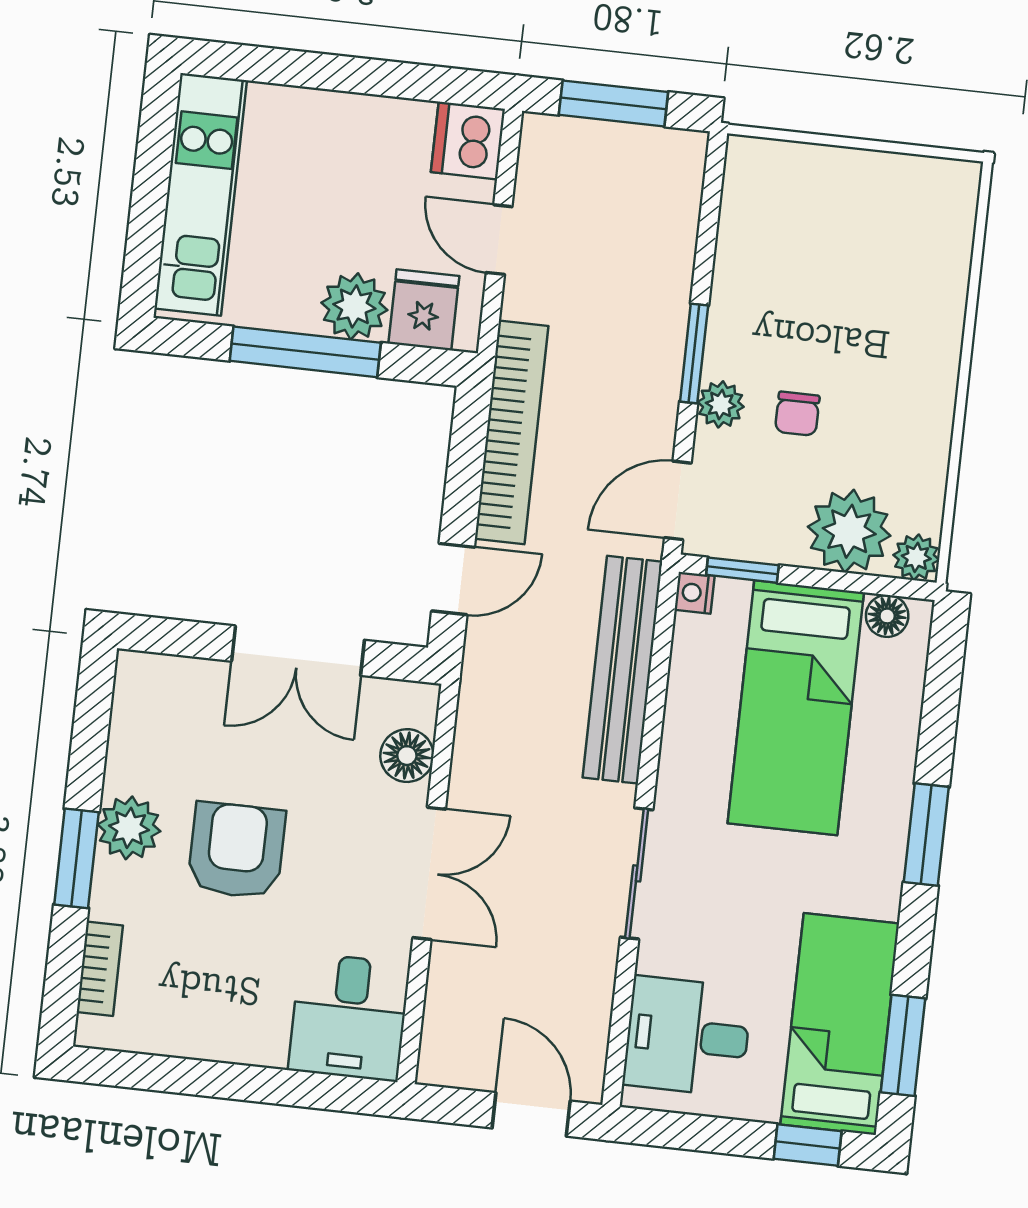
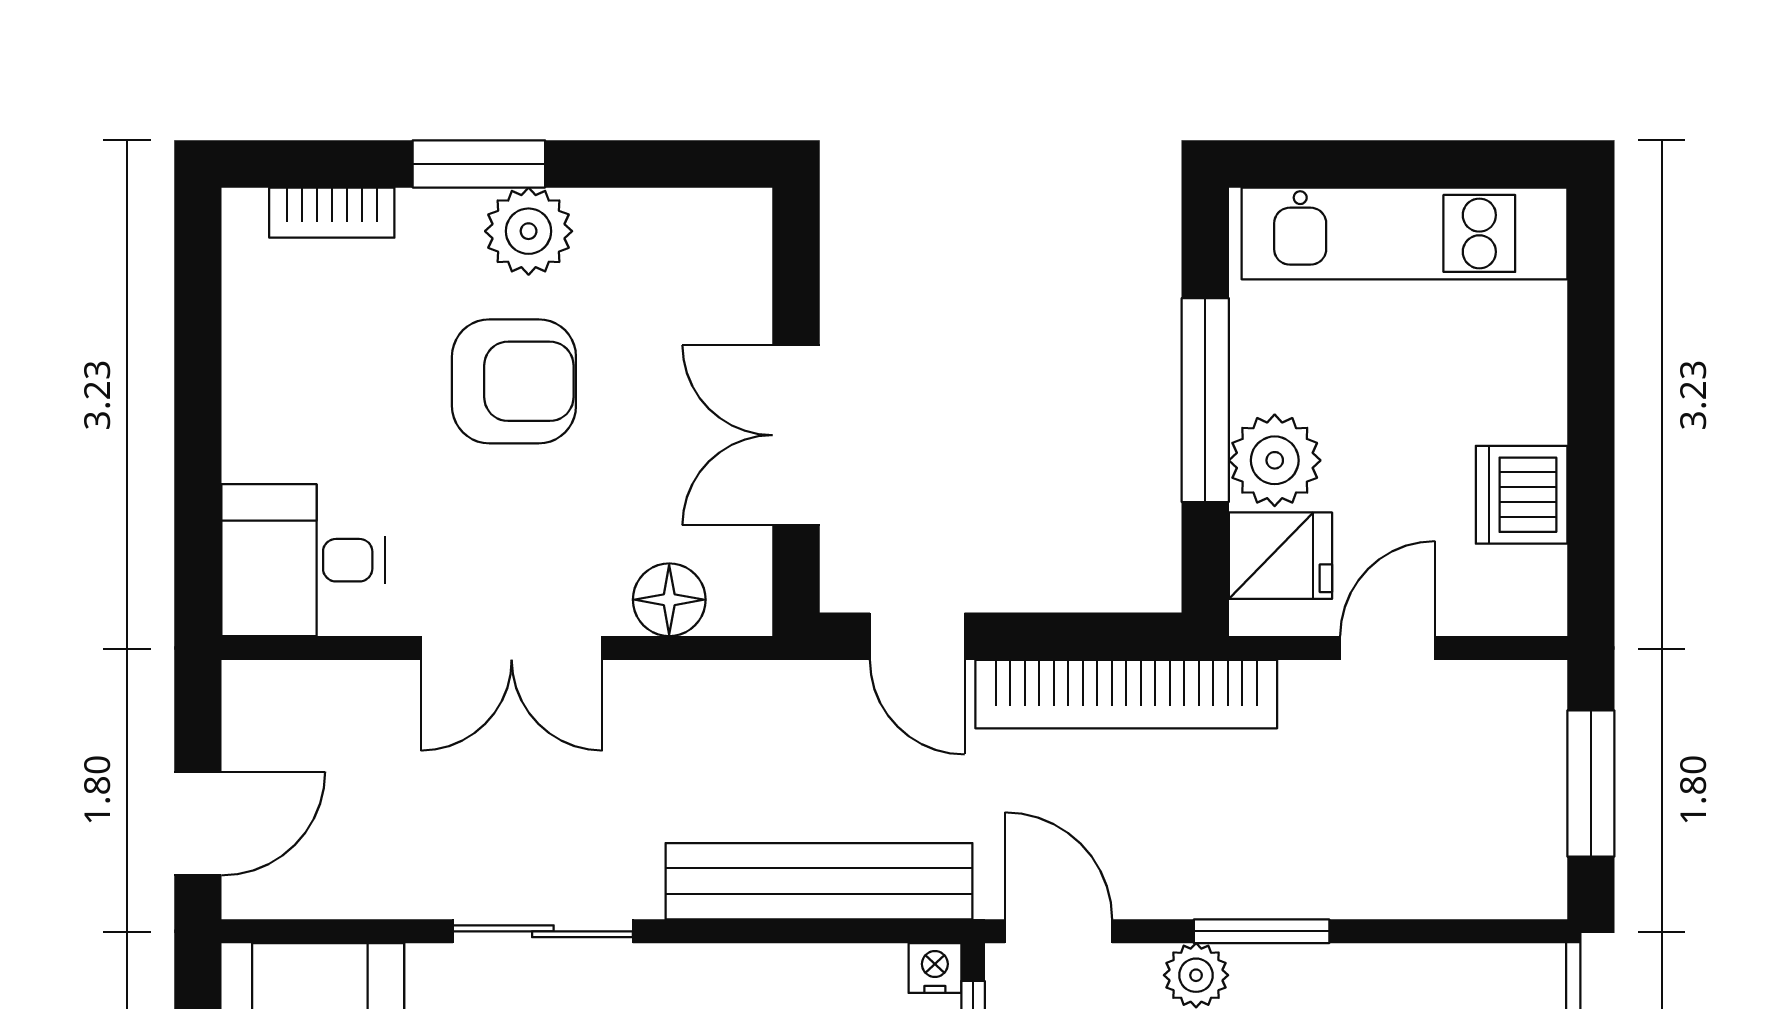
dishwasher: (468, 140) -> (1522, 495), moved, turned -90

